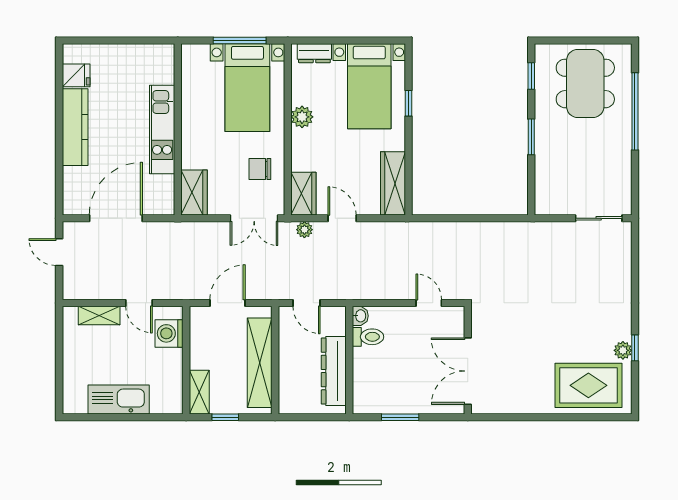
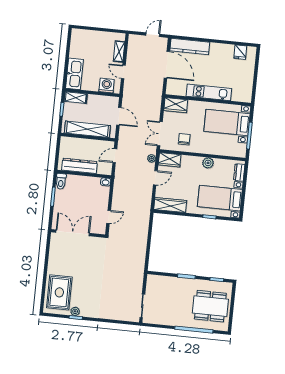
bed with nightstands: (247, 88) -> (227, 122), moved
kitchen counter: (75, 127) -> (190, 47), moved
door: (139, 303) -> (123, 72), hinge flipped
toilet: (368, 337) -> (61, 181), moved
kitchen sink: (119, 399) -> (74, 74), moved

